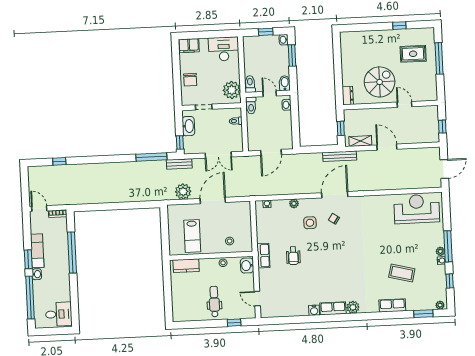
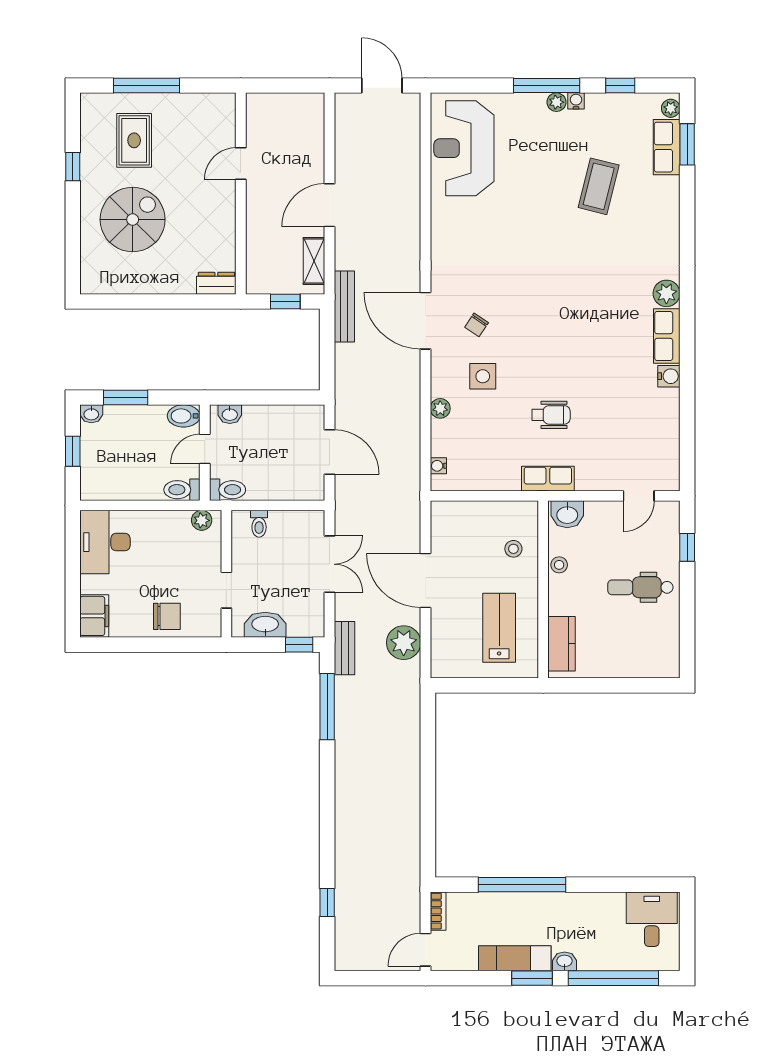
spiral stairs: (380, 82) -> (133, 220), moved, turned 90
plant: (232, 90) -> (202, 520), width x0.53, depth x0.53
window: (442, 127) -> (292, 86), removed
lab bench: (192, 236) -> (499, 628), turned -90
row of seats: (392, 305) -> (667, 147), moved

